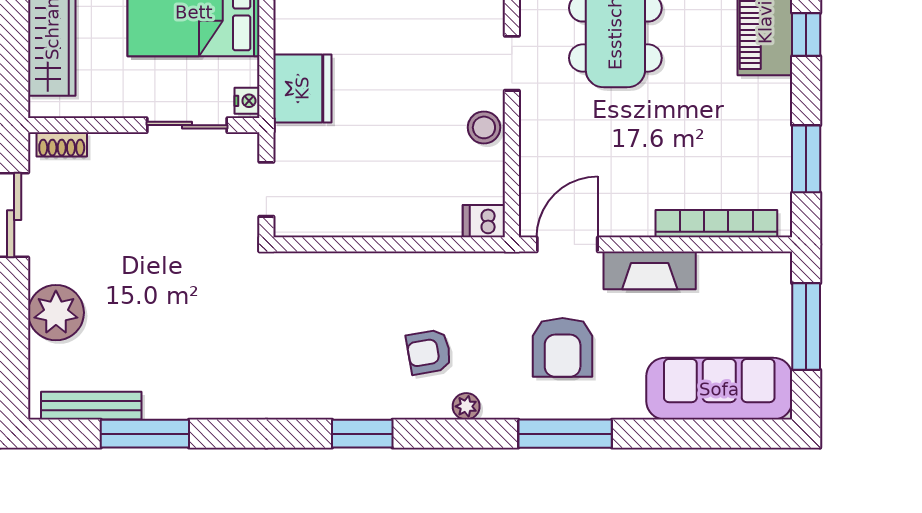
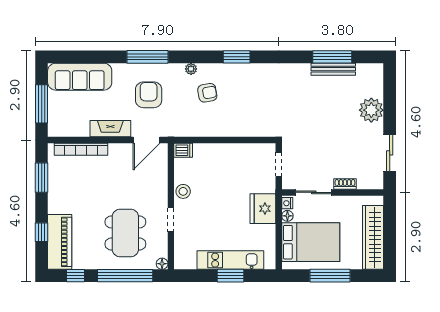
floor lamp: (247, 72) -> (287, 216), added
shoe rack: (62, 144) -> (345, 184), moved
bench: (91, 406) -> (333, 69), moved

